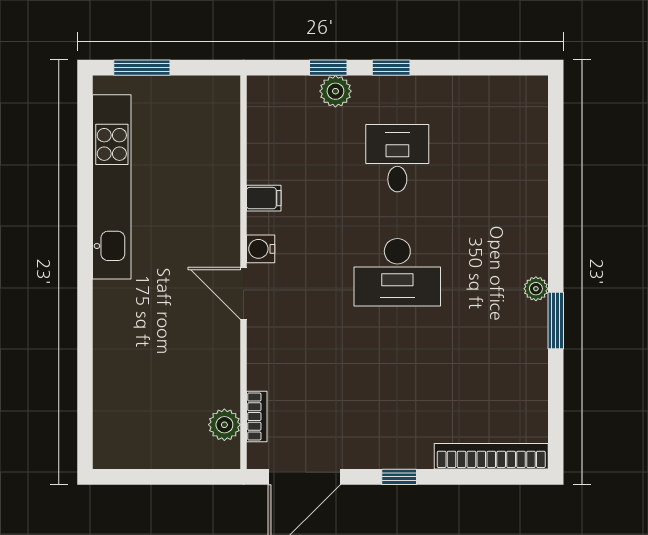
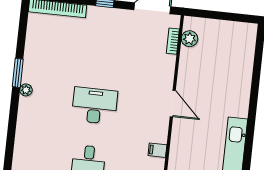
water cooler: (261, 249) -> (162, 125), removed

